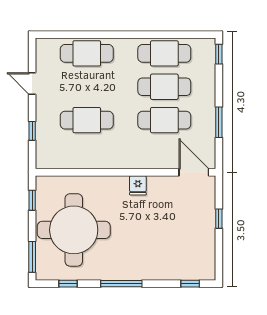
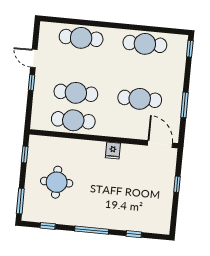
cafe table: (164, 87) -> (73, 120), moved
window: (32, 131) -> (32, 82), moved
round table: (74, 230) -> (57, 182), width x0.54, depth x0.54
window: (190, 284) -> (134, 234), moved

